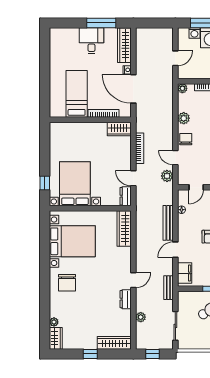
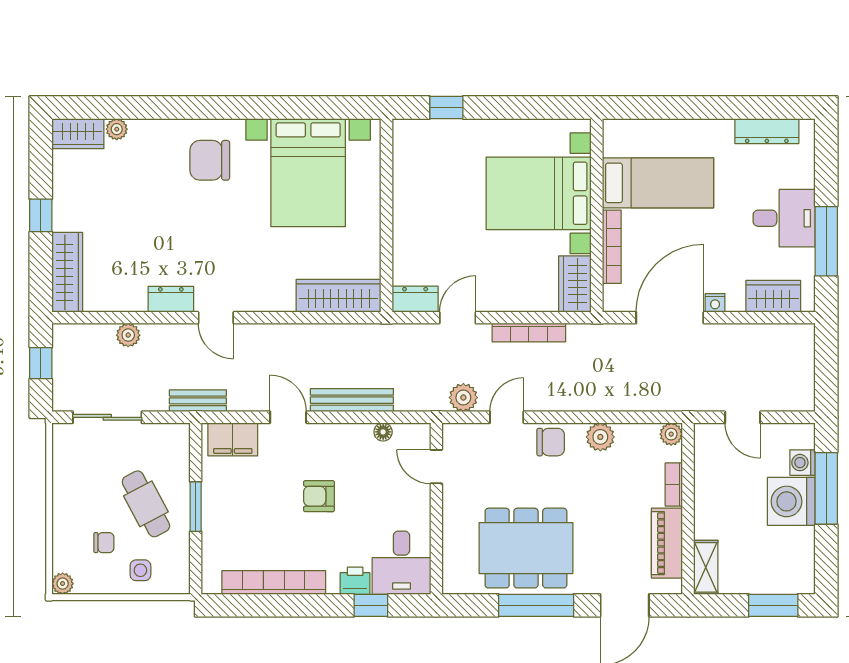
wardrobe: (124, 45) -> (773, 296), width x0.67
dresser: (55, 48) -> (767, 131), added
bed with nightstands: (75, 184) -> (539, 193), moved, turned 180

